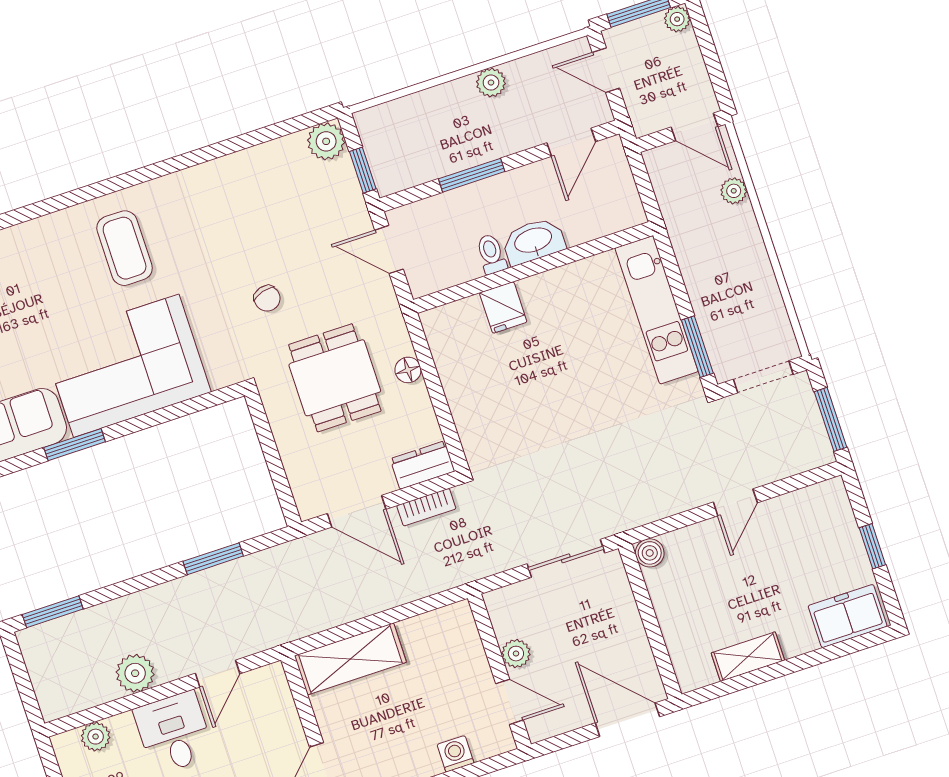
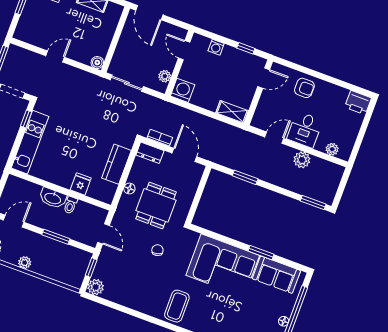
coffee table: (125, 248) -> (177, 306), moved
window: (697, 347) -> (26, 119), width x0.67
kitchen counter: (467, 396) -> (116, 164), added
washing machine: (454, 626) -> (183, 90), added
plant: (516, 654) -> (165, 76), moved
shelving: (350, 659) -> (232, 112), width x0.67, depth x0.75

